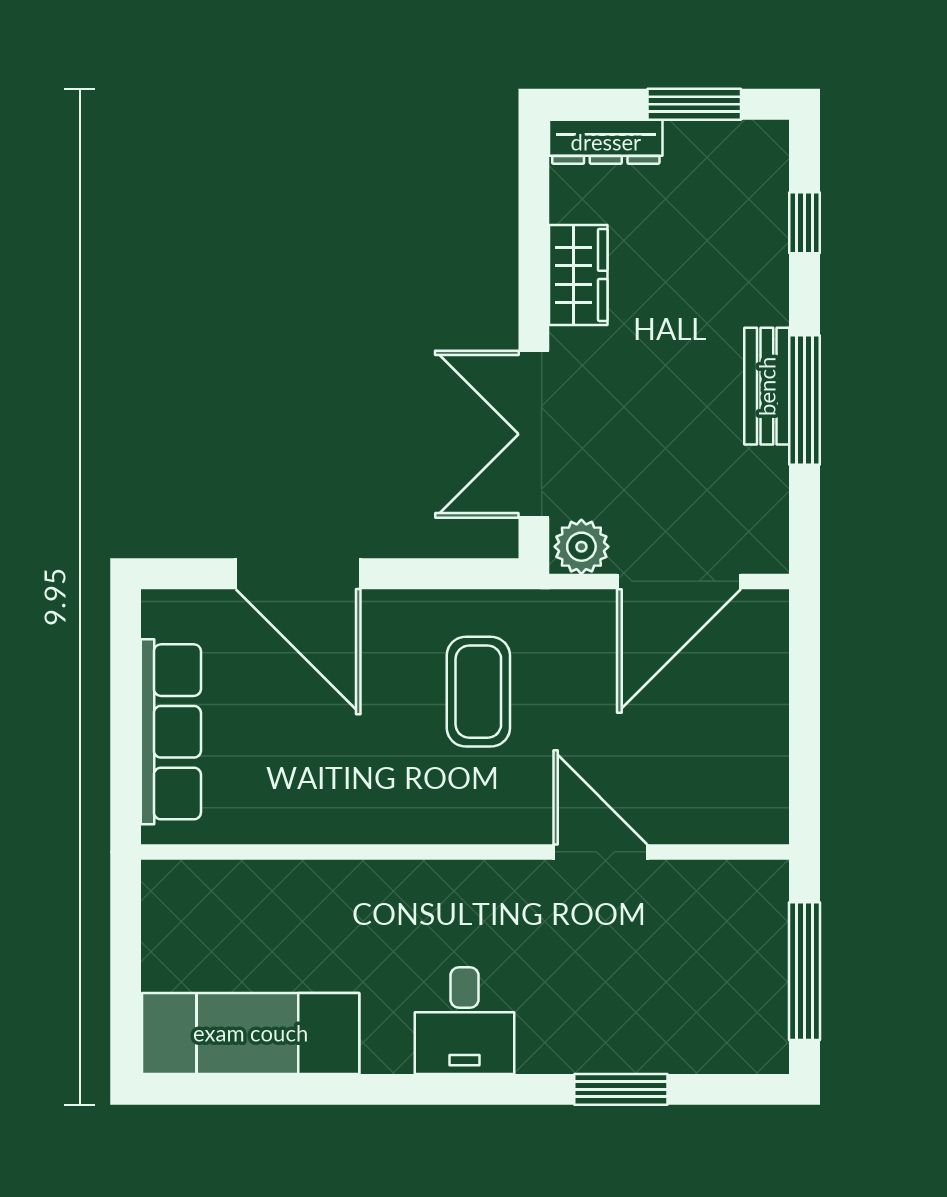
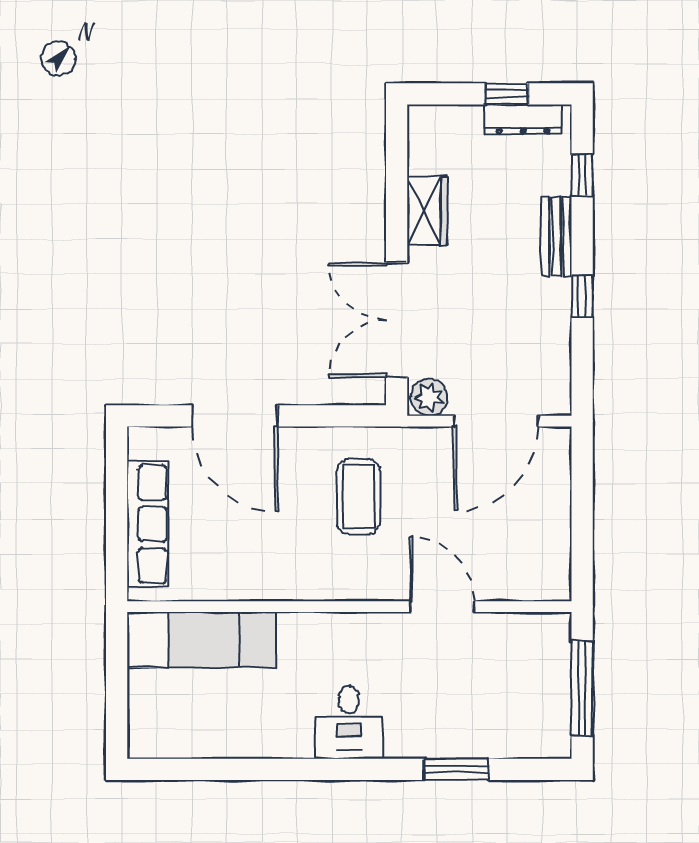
window: (694, 104) -> (507, 94), width x0.67
dresser: (606, 142) -> (523, 119), moved
bench: (767, 386) -> (556, 237), moved
window: (804, 400) -> (582, 297), width x0.46
exam couch: (251, 1033) -> (202, 640), moved, turned 180

